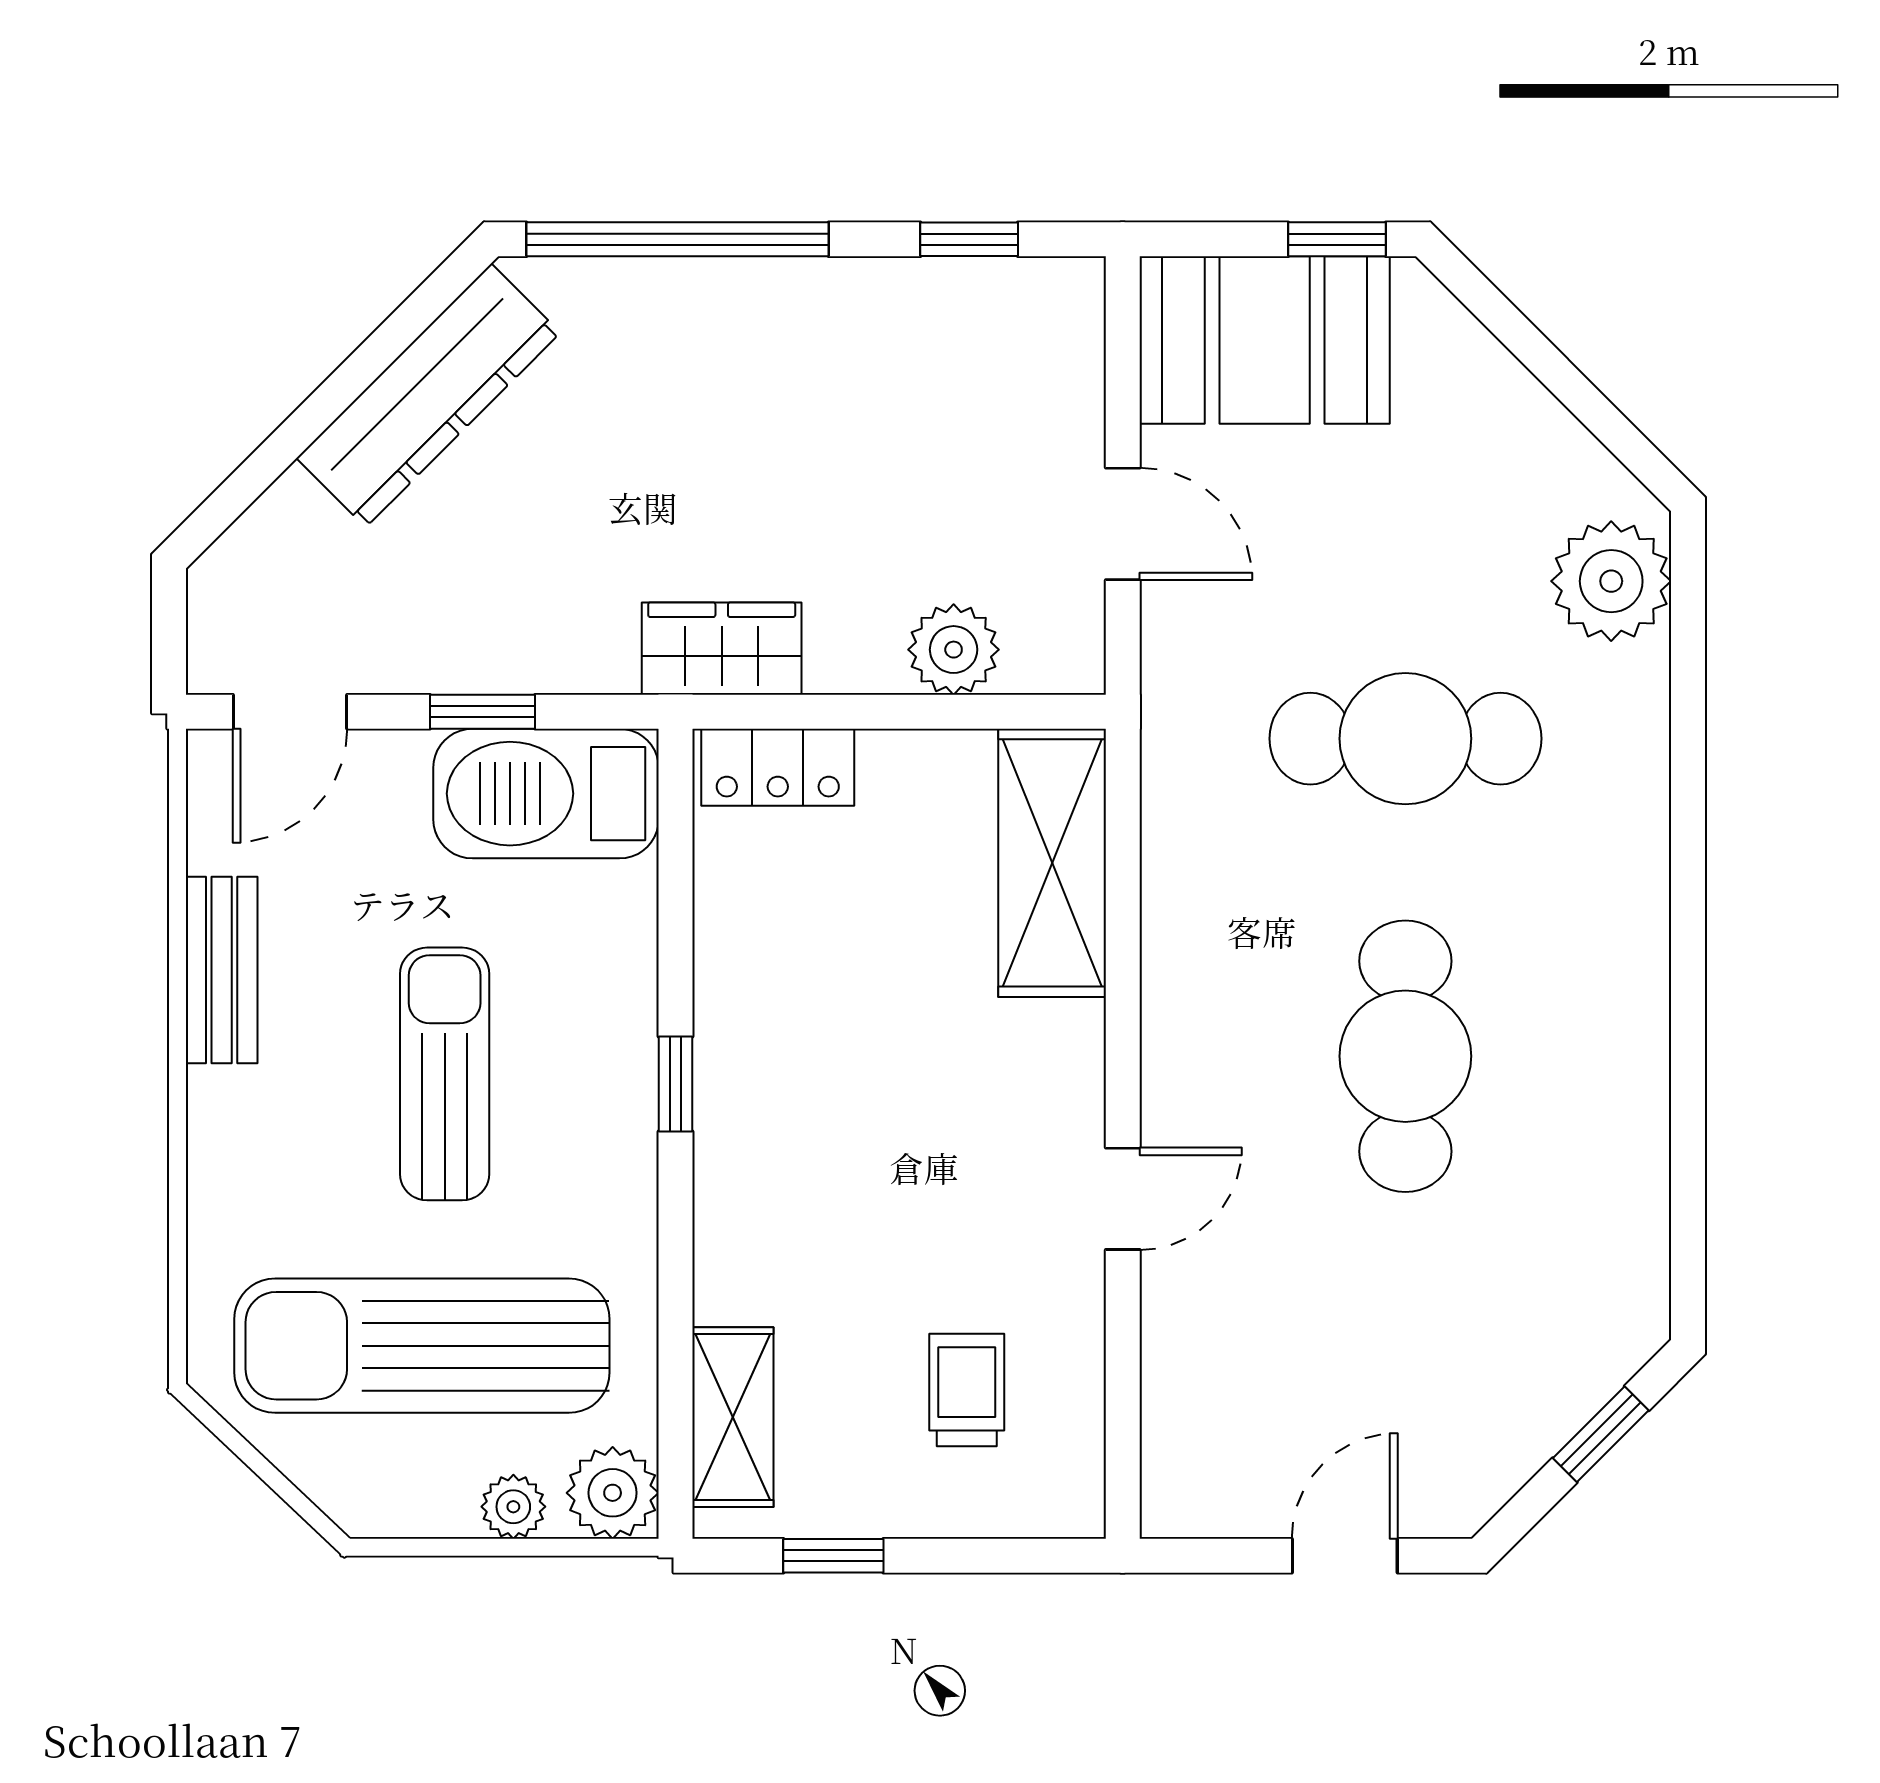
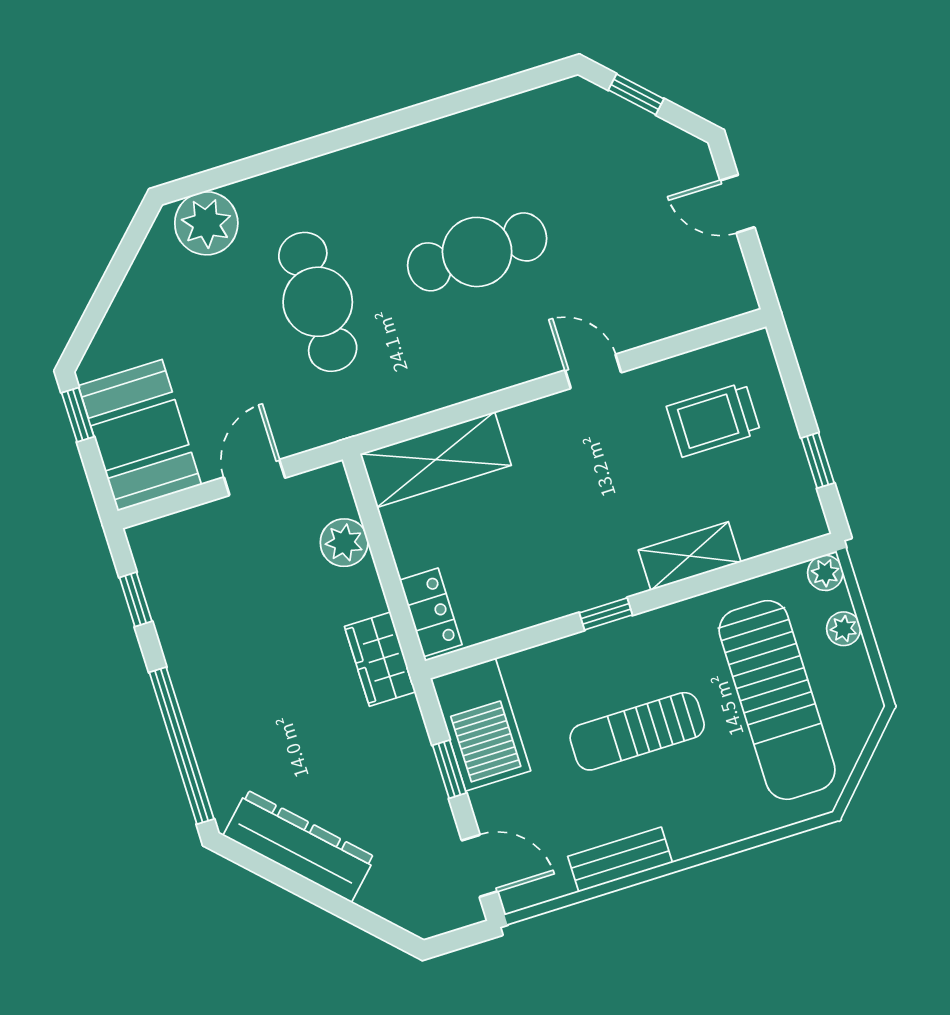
trolley: (967, 1390) -> (714, 420), width x1.36, depth x1.39
shelving: (733, 1417) -> (690, 556), moved
plant: (613, 1493) -> (825, 573), width x0.73, depth x0.73

